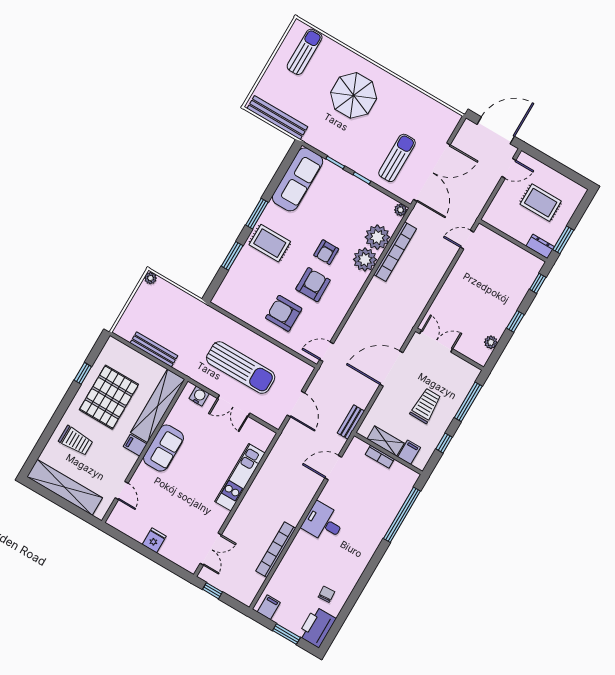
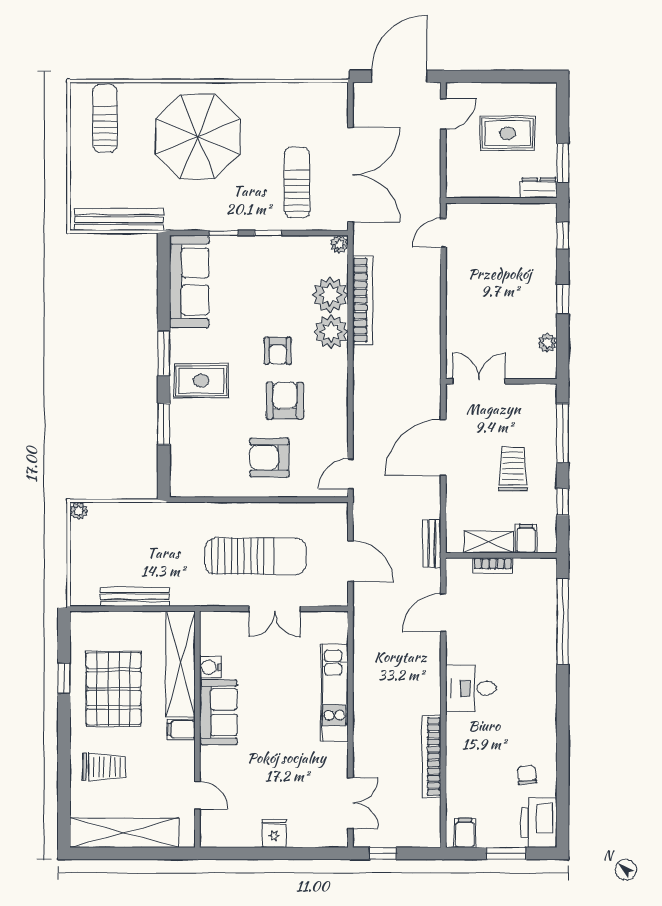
parasol: (354, 95) -> (198, 137), width x1.36, depth x1.36
water cooler: (199, 396) -> (210, 667), moved, turned -90

